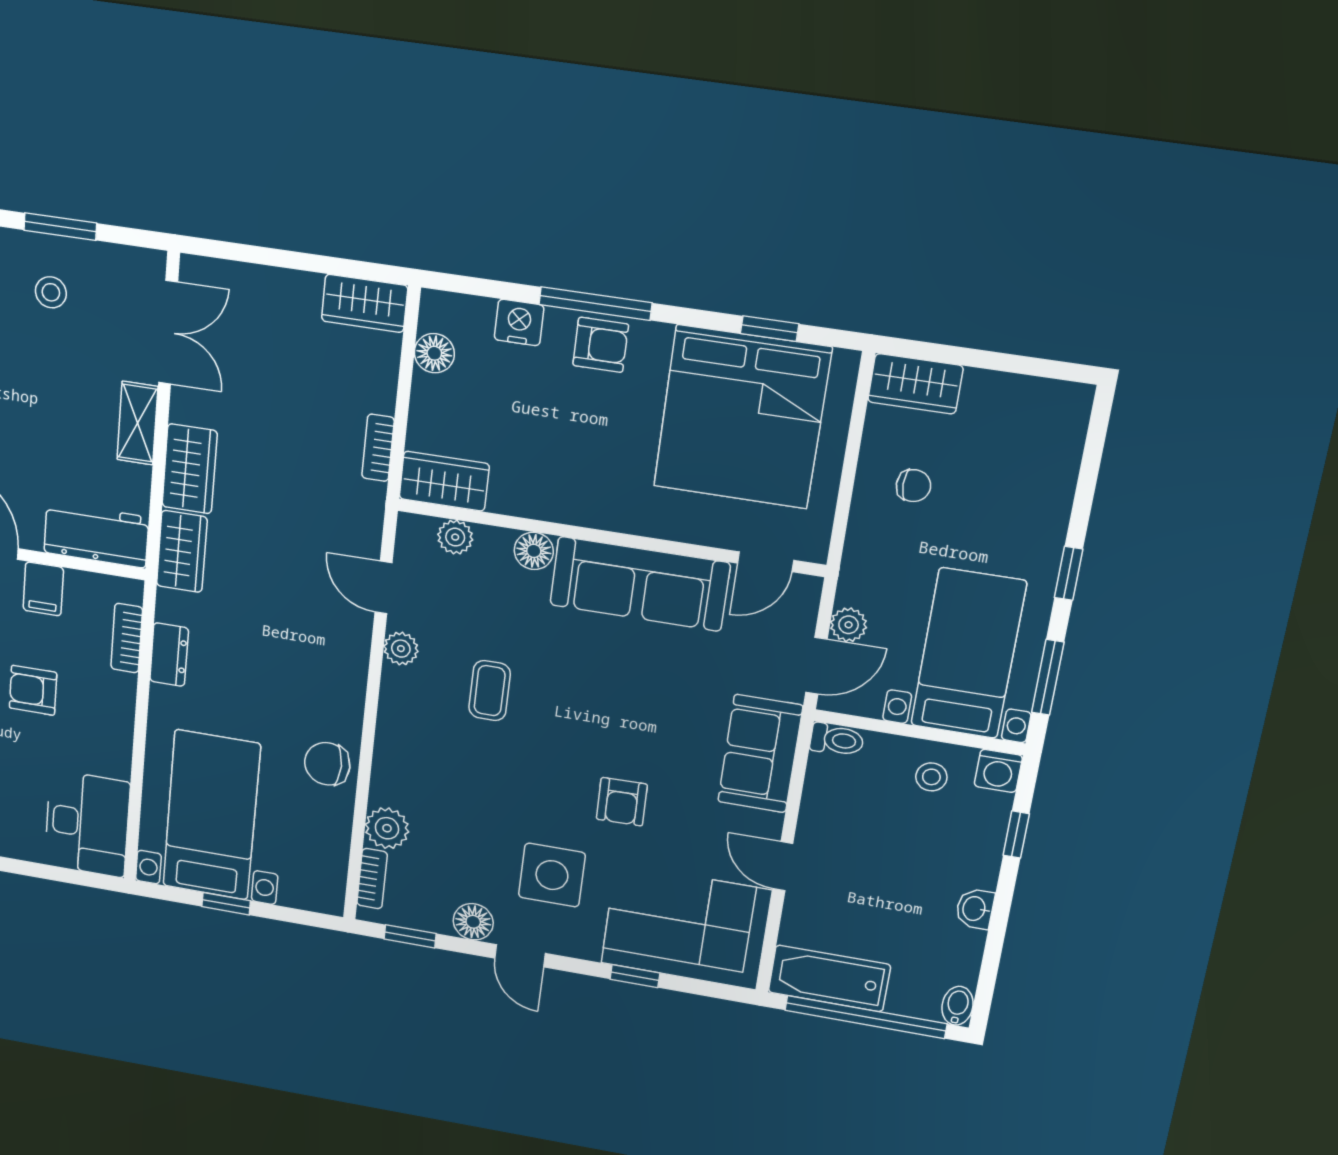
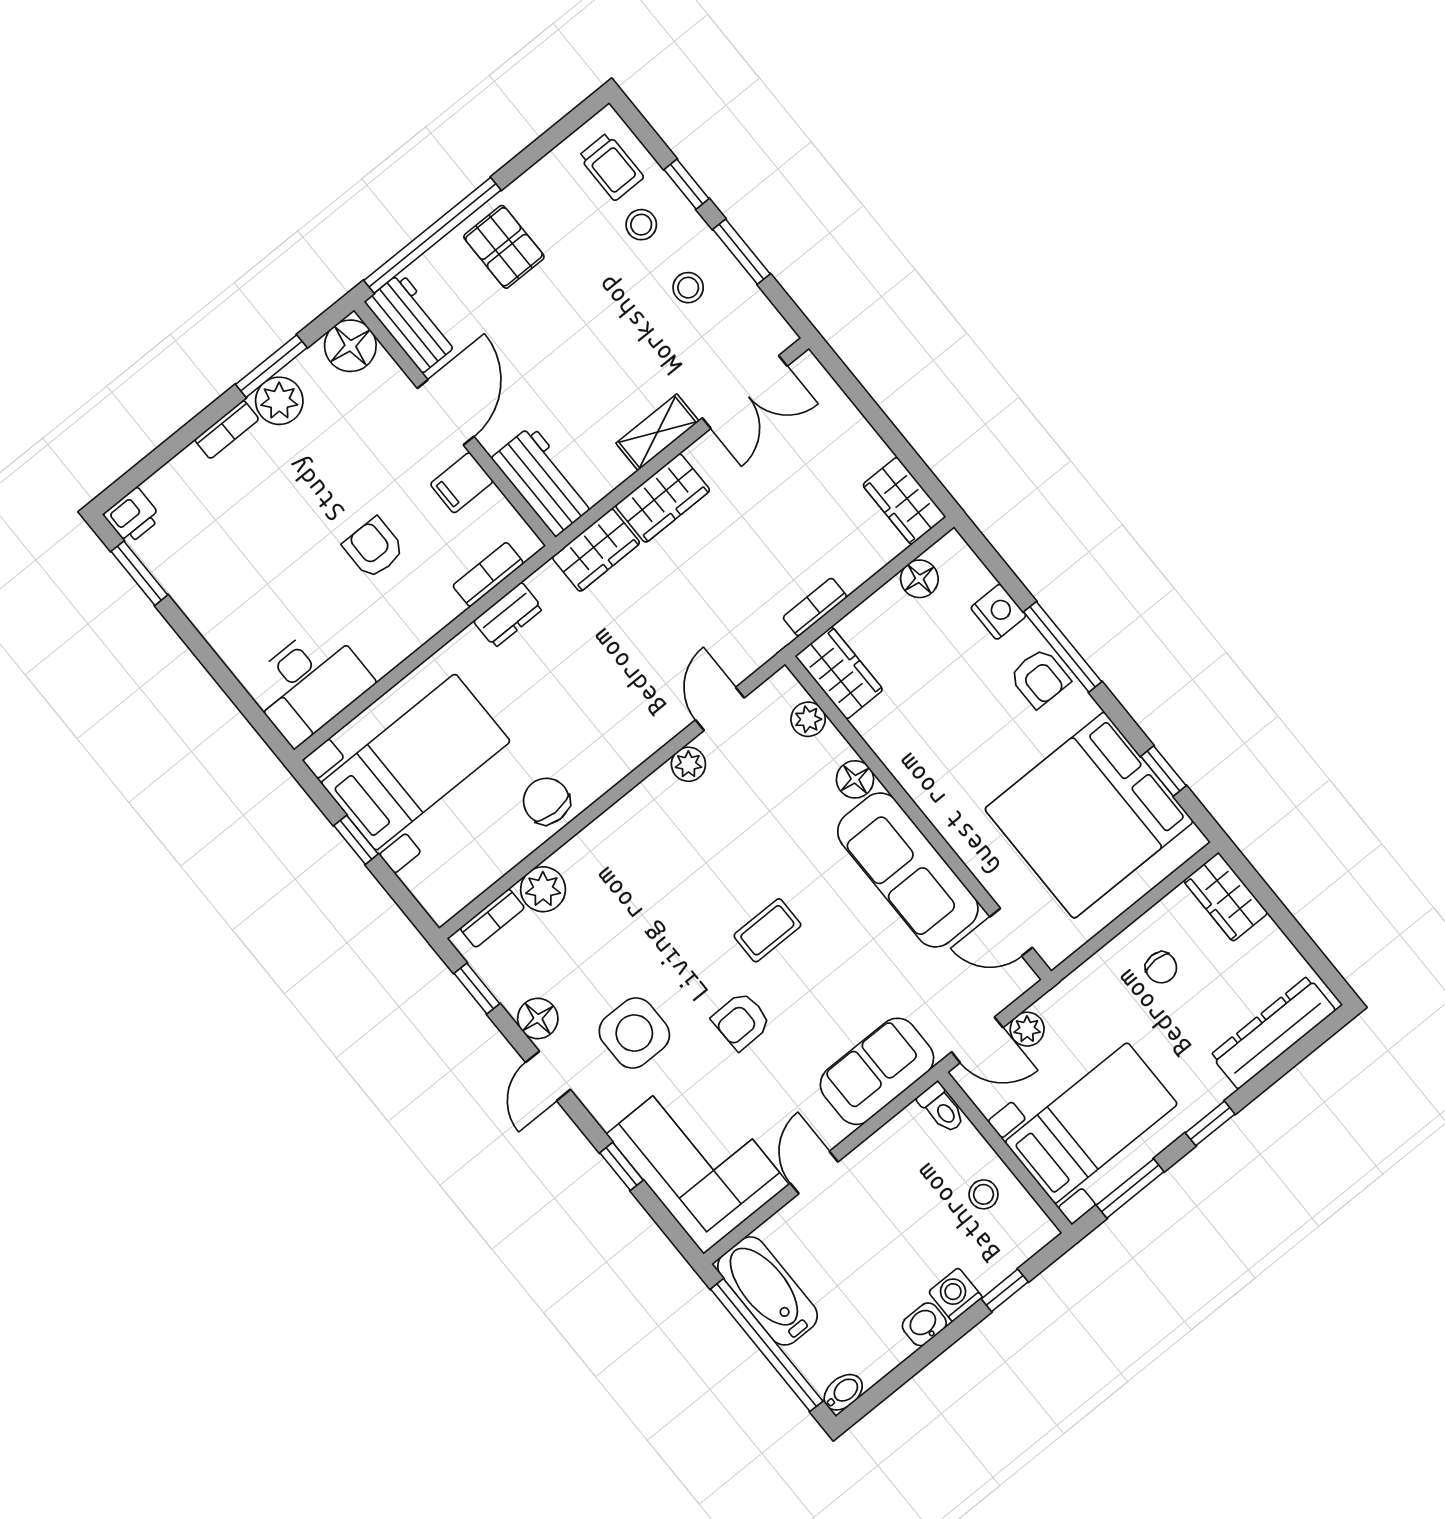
dresser: (1056, 458) -> (1273, 1033), added
coffee table: (490, 691) -> (767, 930), moved
washing machine: (998, 771) -> (955, 1295), moved, turned 90

